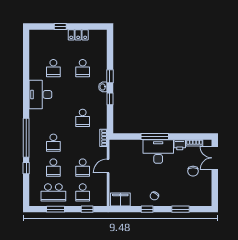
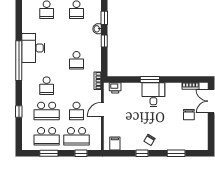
desk: (40, 94) -> (33, 48), moved
window: (155, 137) -> (150, 79), width x0.69
window: (26, 138) -> (19, 61), moved
printer: (180, 145) -> (115, 88), moved
desk: (158, 152) -> (153, 95), width x0.73
school desk: (53, 168) -> (47, 111), width x1.85
school desk: (83, 192) -> (76, 136), width x1.85
filing cabinet: (120, 200) -> (115, 144), width x0.50

